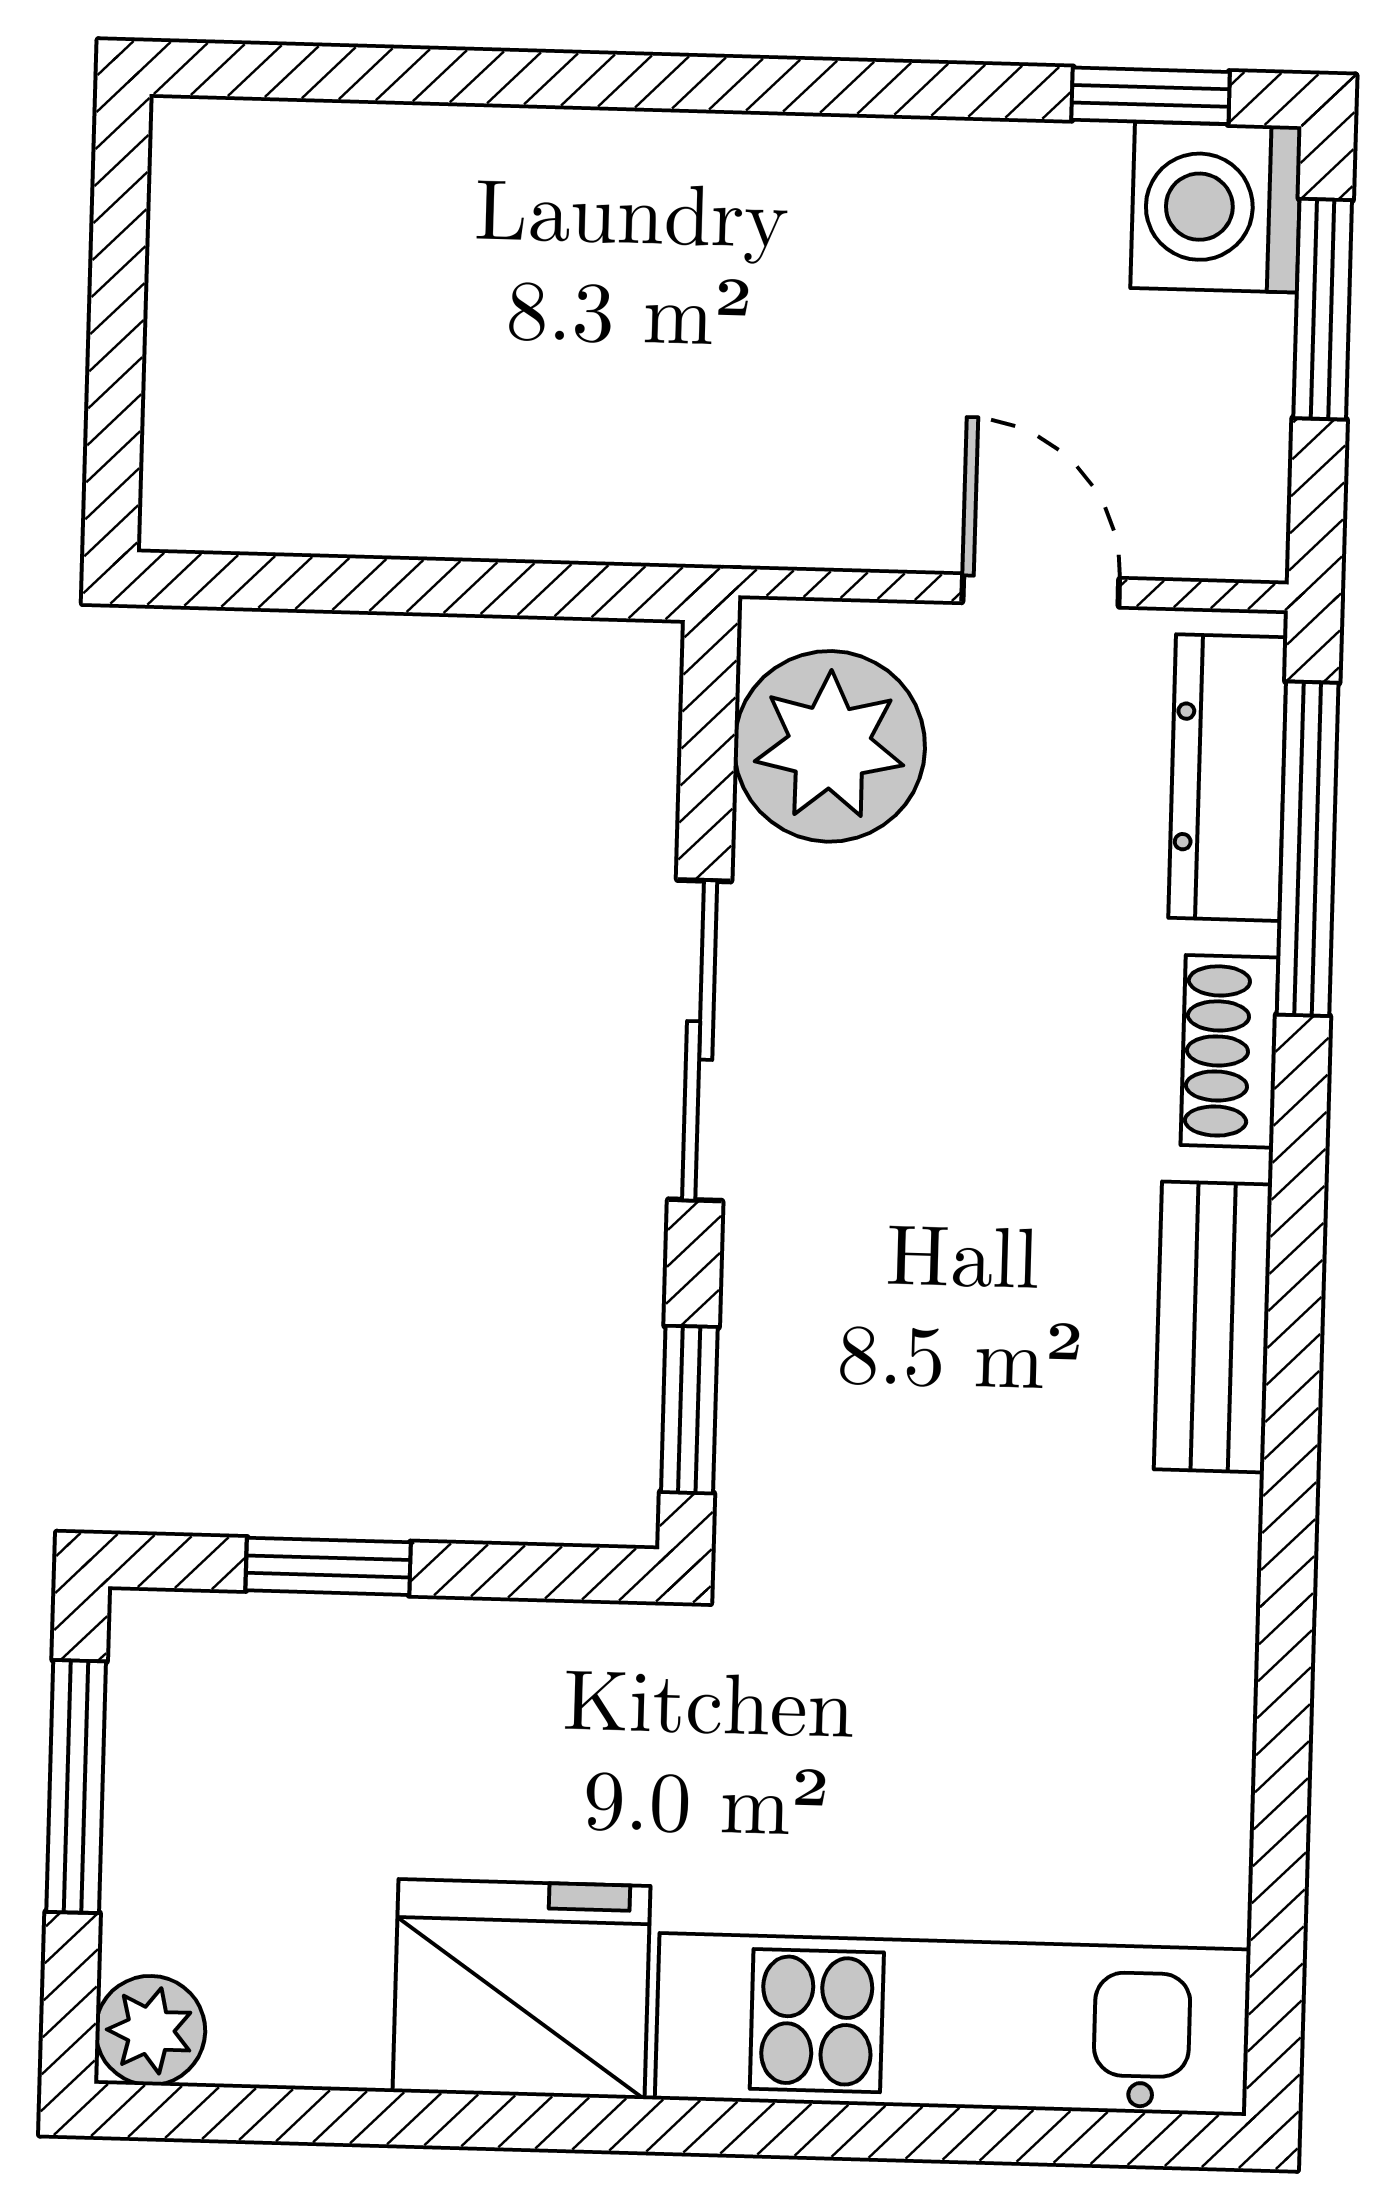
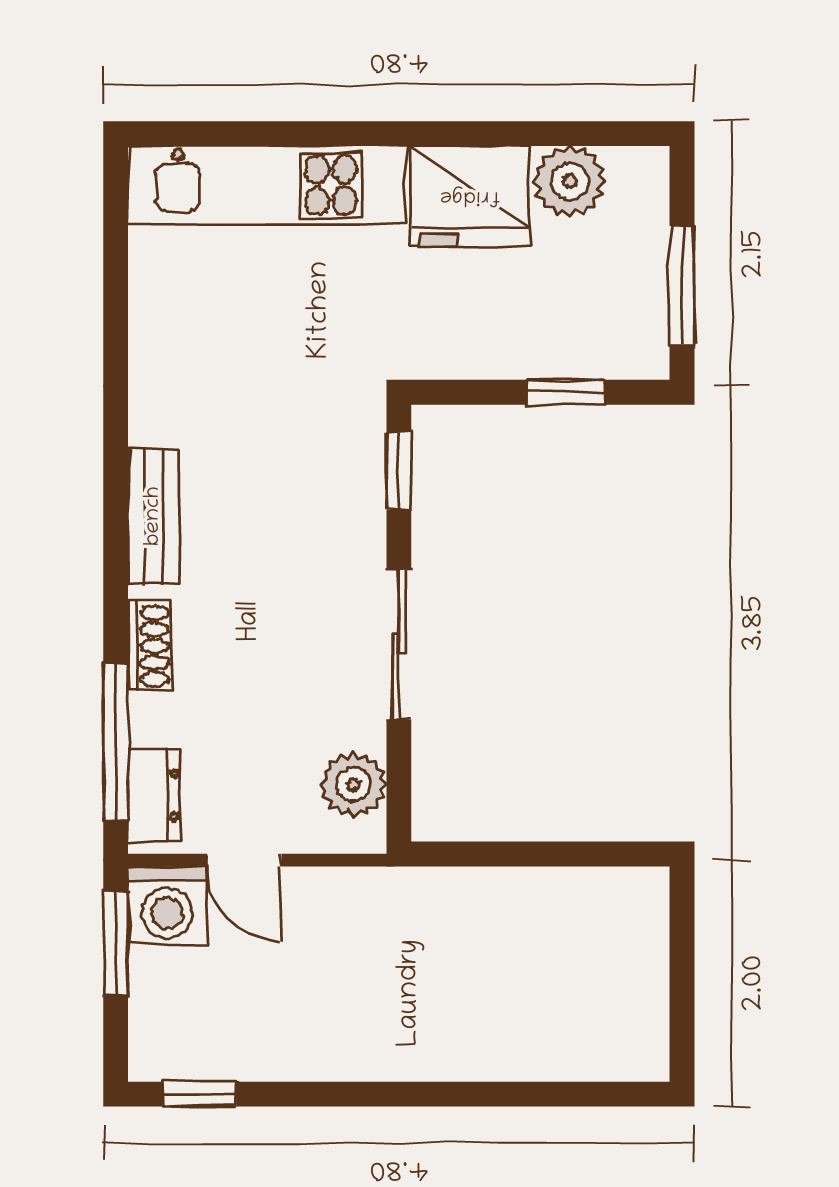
washing machine: (1216, 207) -> (167, 905), moved, turned 90
window: (1323, 309) -> (116, 943), moved
plant: (830, 746) -> (354, 784), width x0.73, depth x0.73
dresser: (1228, 778) -> (154, 795), width x0.70
plant: (150, 2031) -> (570, 181), moved, width x1.38, depth x1.38

